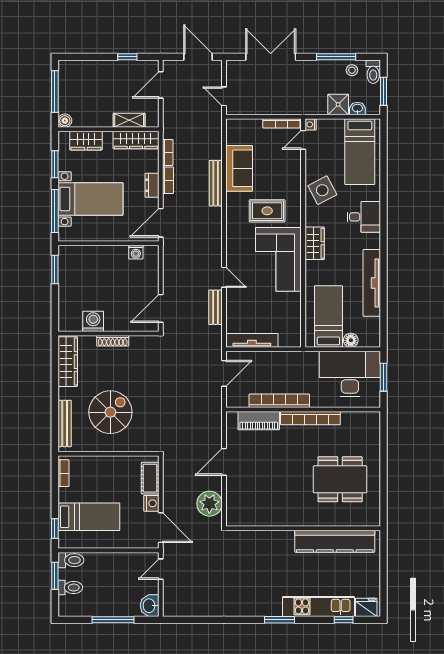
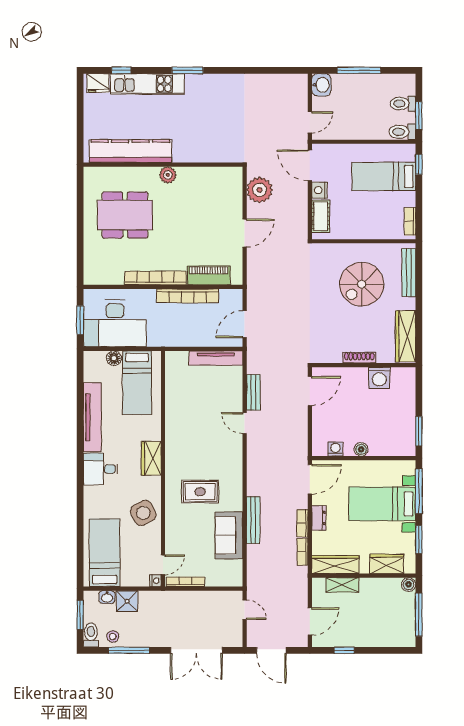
desk: (364, 217) -> (101, 469), moved
boiler: (111, 252) -> (361, 449), added
corner sofa: (278, 259) -> (189, 442), removed
plant: (299, 518) -> (168, 175), added

